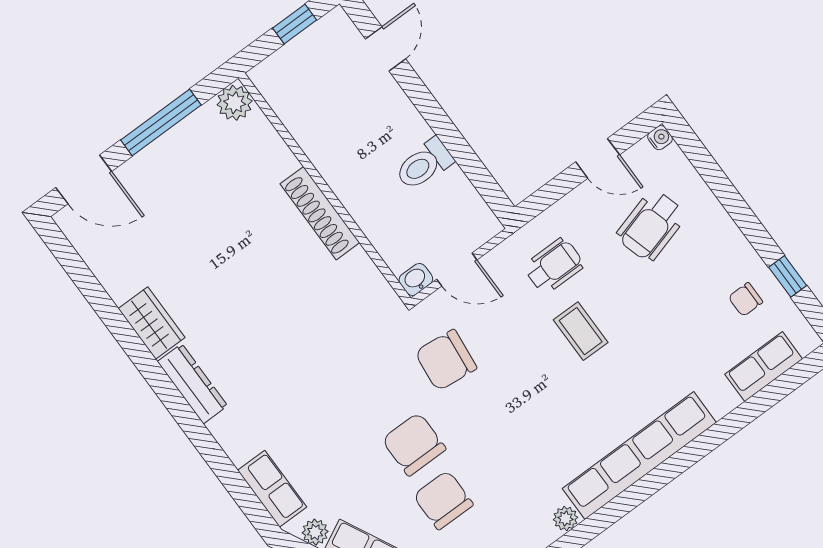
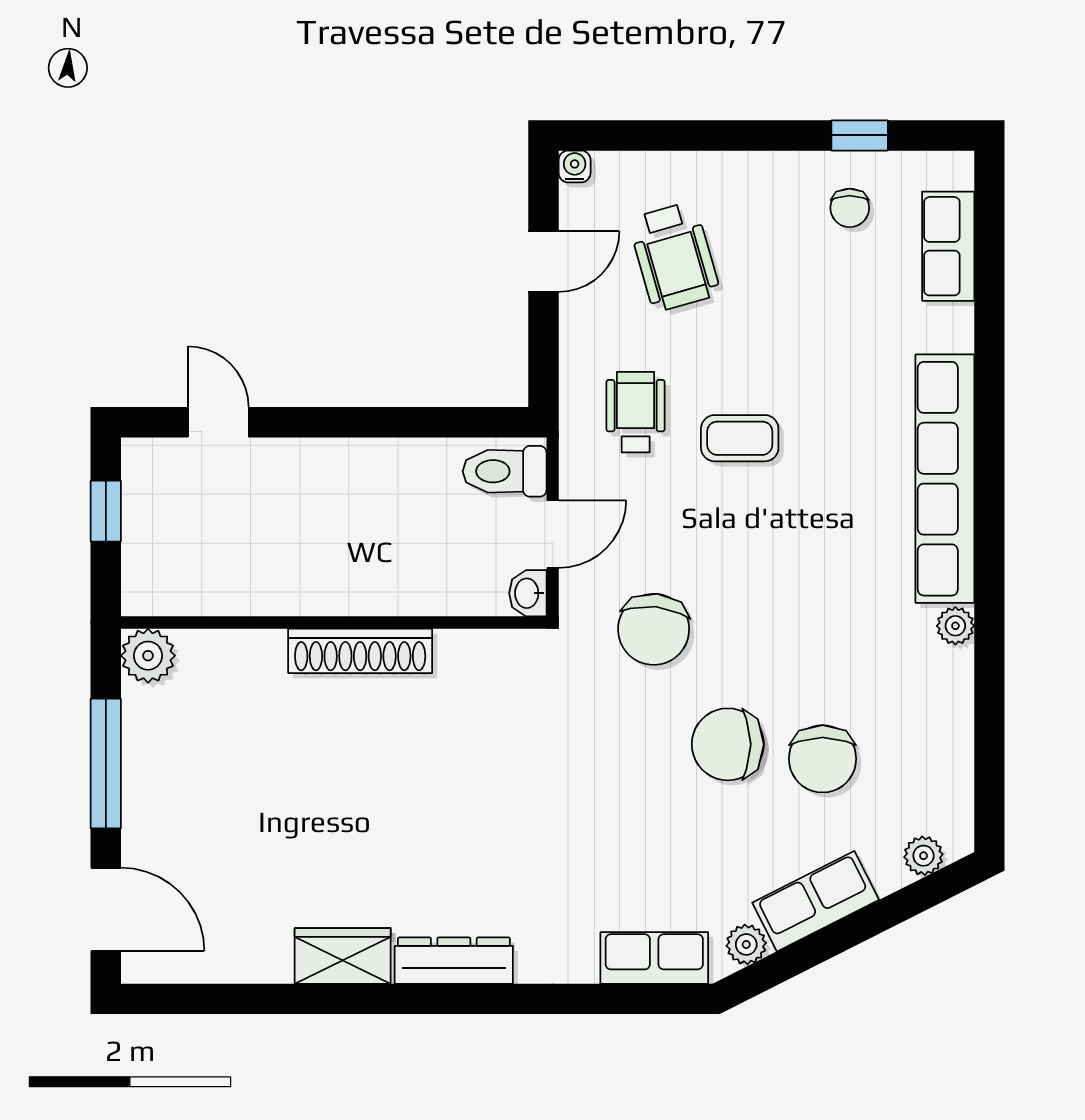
toilet: (424, 164) -> (505, 471), moved, turned 90
door: (84, 179) -> (106, 909), hinge flipped
chair: (443, 500) -> (823, 759), turned -90

